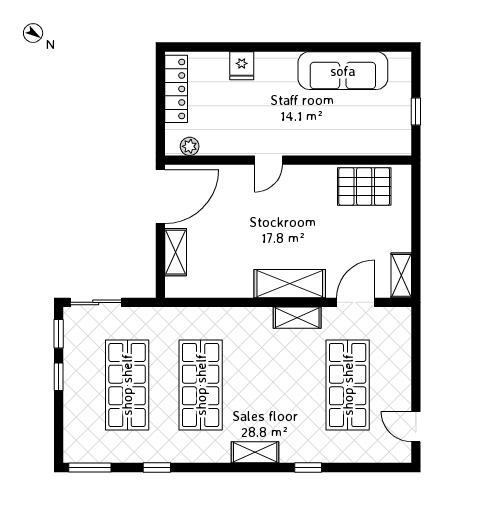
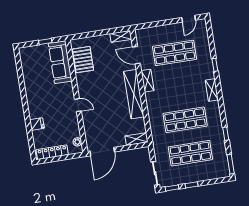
sofa: (343, 71) -> (60, 62), moved, turned 180
door: (160, 197) -> (102, 152), swing flipped
shelving: (176, 252) -> (137, 139), moved
shelving: (290, 284) -> (134, 94), width x1.47

